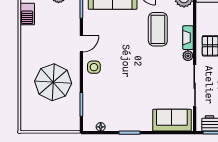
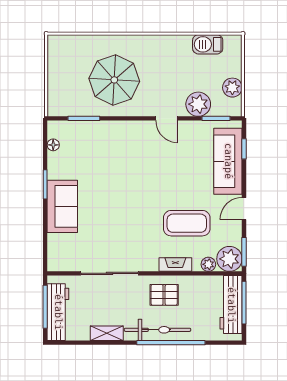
plant: (71, 21) -> (198, 104), added
plant: (188, 56) -> (208, 264), moved
side table: (94, 67) -> (135, 136), removed
sofa: (172, 120) -> (62, 206), moved

